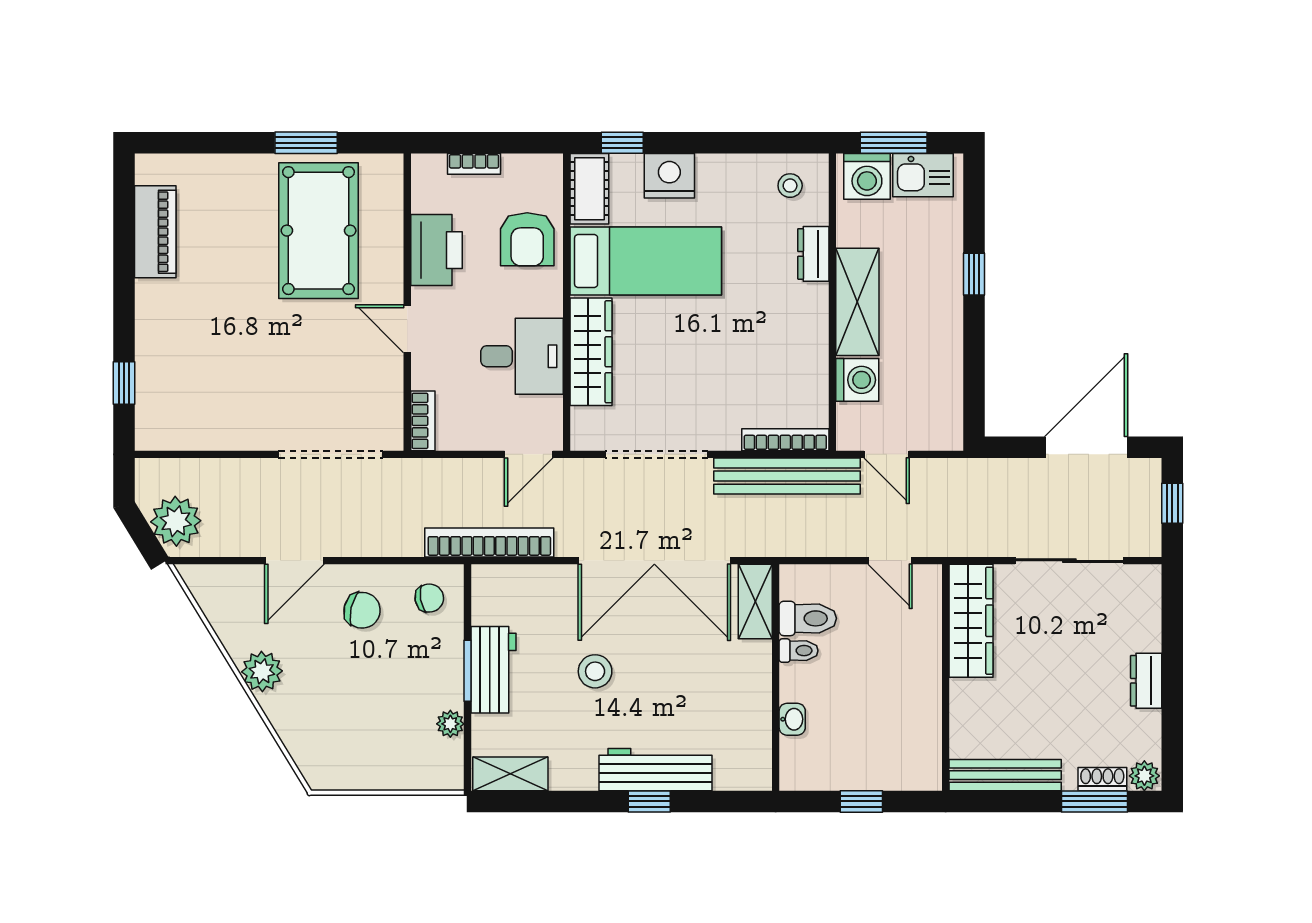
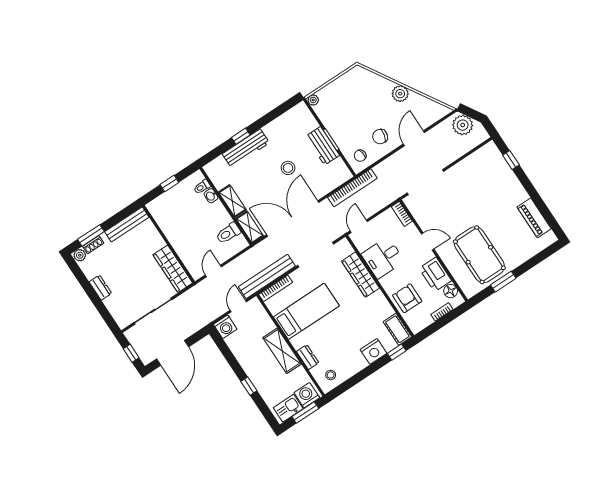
floor lamp: (428, 195) -> (451, 291), added
bed: (646, 261) -> (306, 311), moved, turned 180
washing machine: (857, 380) -> (225, 327), moved, turned -90
door: (887, 454) -> (238, 306), hinge flipped
door: (890, 561) -> (213, 271), hinge flipped
toilet: (799, 651) -> (202, 187), moved
plant: (450, 724) -> (313, 100), moved
shelving: (510, 774) -> (232, 201), moved, turned 90

